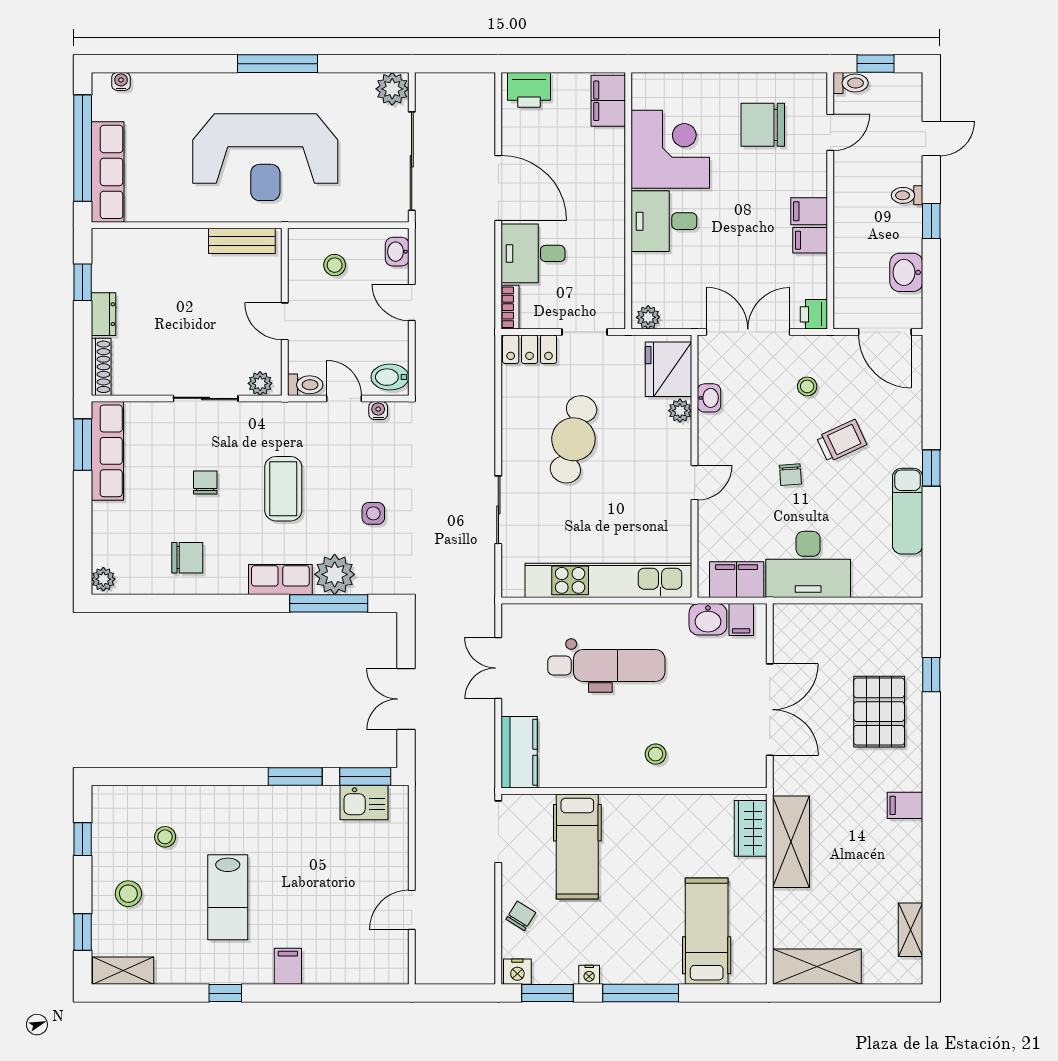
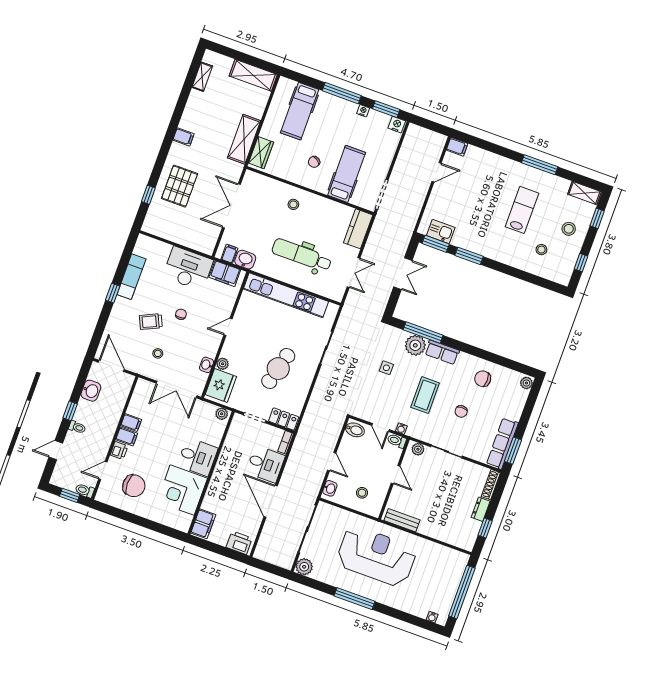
row of seats: (108, 172) -> (454, 576), removed
printer: (814, 314) -> (119, 450), moved
water cooler: (378, 411) -> (401, 429), moved
chair: (521, 916) -> (314, 162), moved
filing cabinet: (288, 966) -> (457, 147), moved, turned -90
window: (225, 993) -> (540, 165), width x2.17

